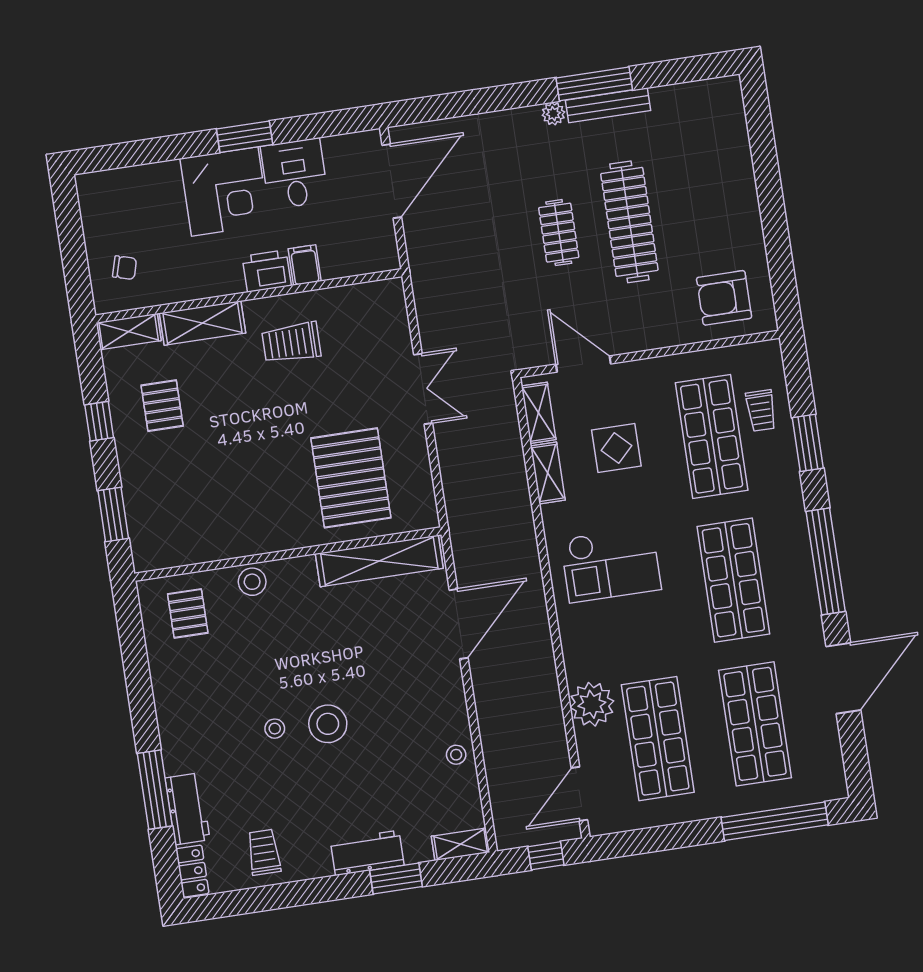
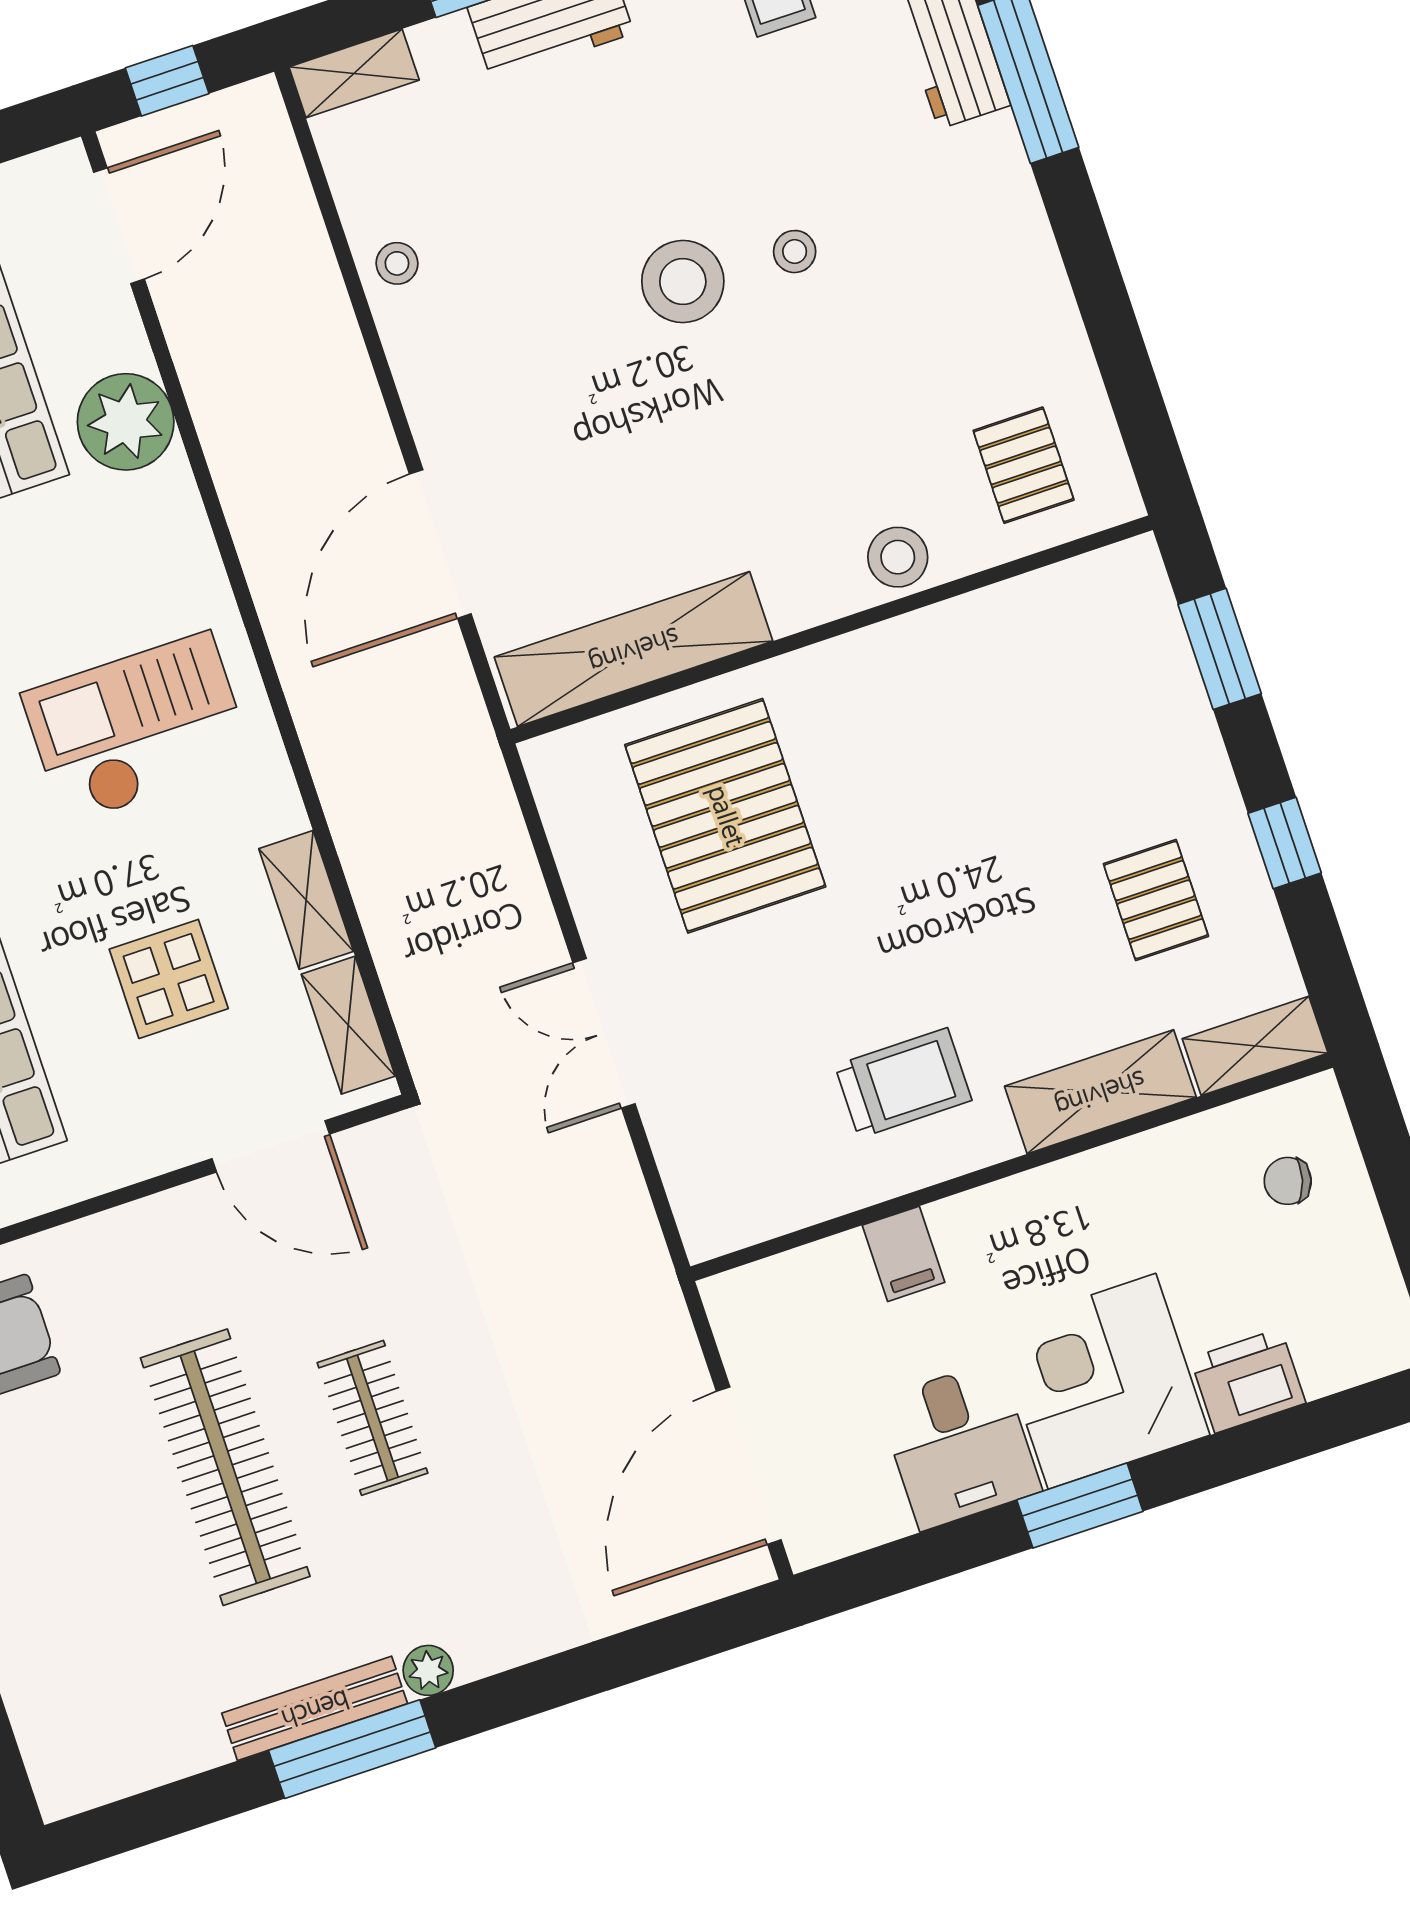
printer: (267, 271) -> (1248, 1381), moved, turned 180

